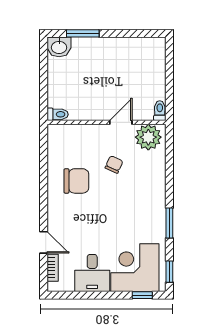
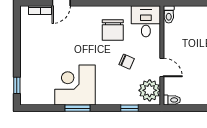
corner desk: (135, 268) -> (75, 85), moved, turned -90
window: (169, 272) -> (129, 108), moved
desk: (92, 273) -> (146, 21), moved, turned 90

